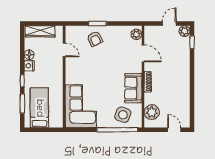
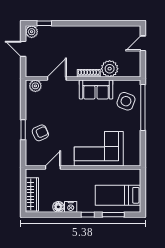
corner sofa: (81, 106) -> (99, 149), moved
plant: (152, 112) -> (110, 69), moved

